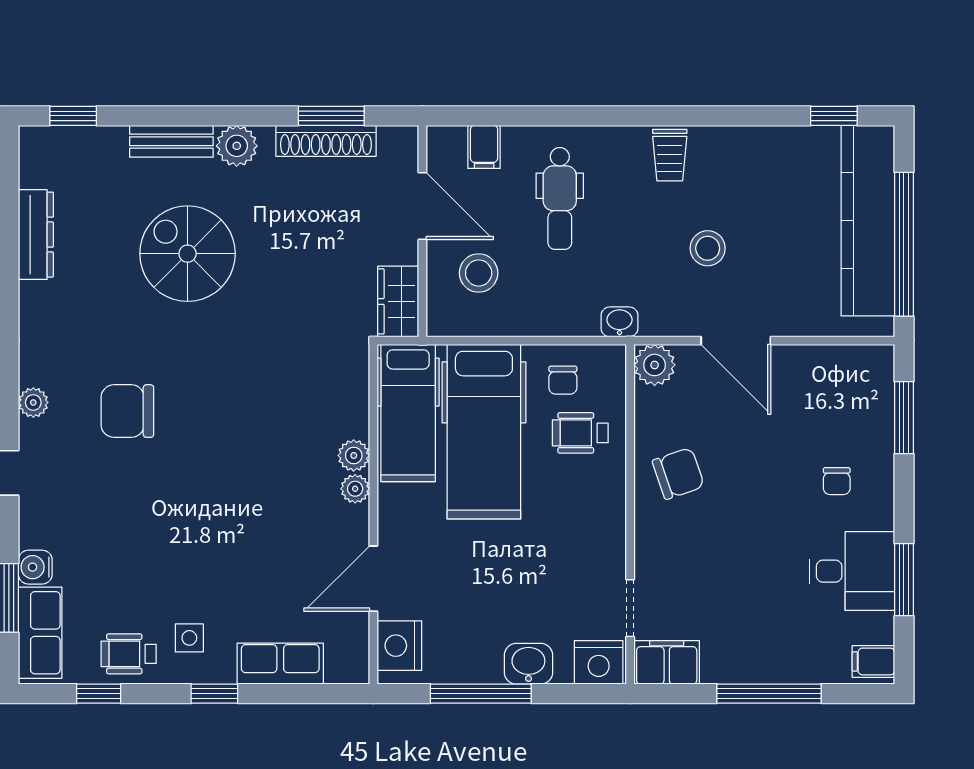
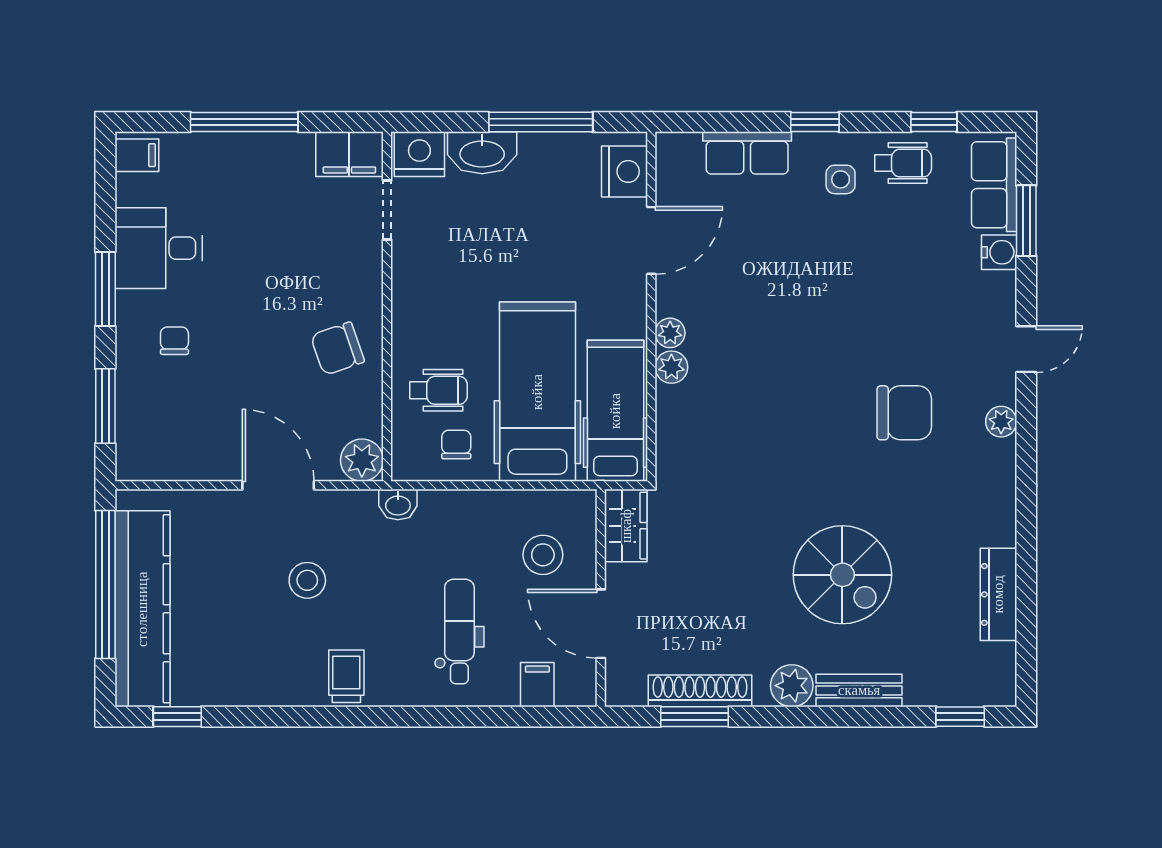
window: (904, 580) -> (105, 289), moved
washbasin: (528, 664) -> (482, 153), width x1.38

